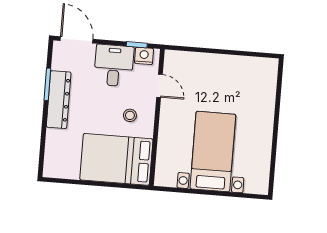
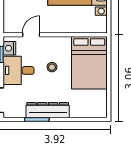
stool: (130, 115) -> (52, 67), moved

